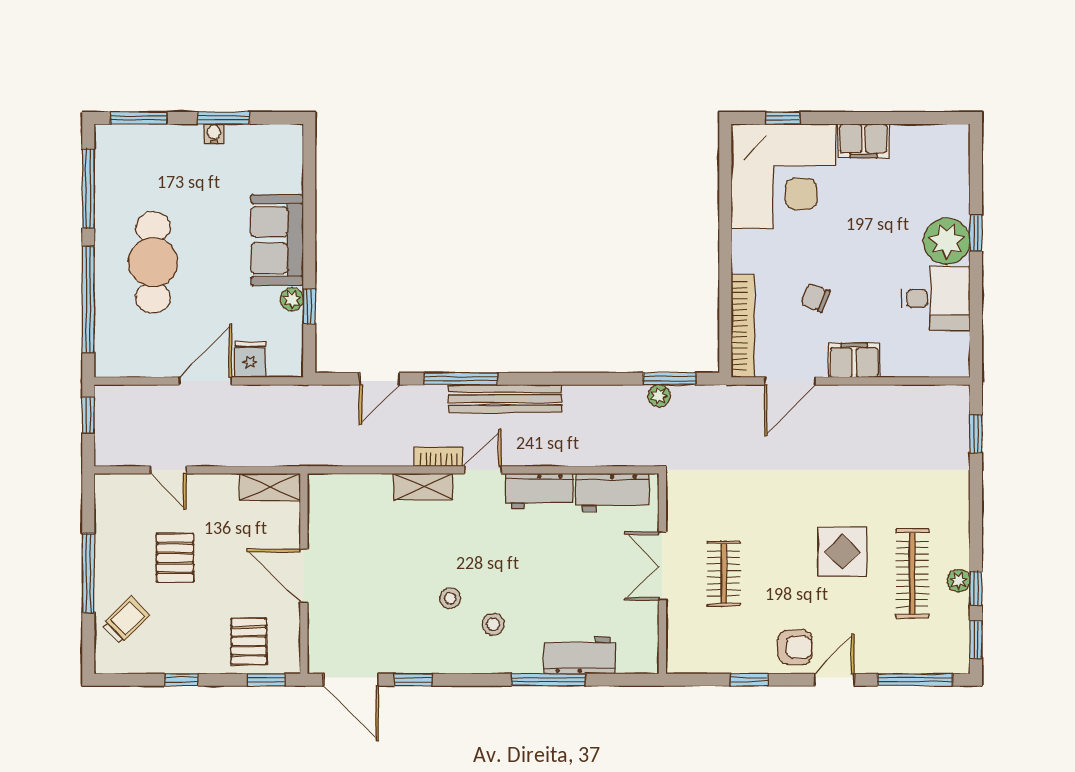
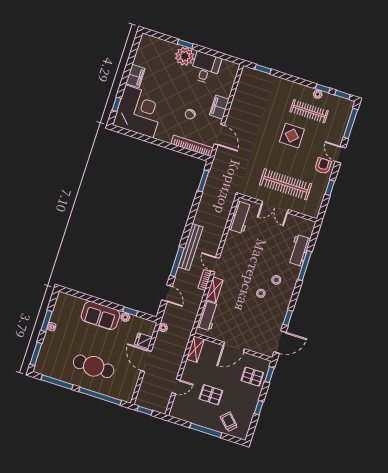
plant: (659, 396) -> (163, 328), moved
workbench: (540, 491) -> (208, 316), moved
clothes rail: (724, 574) -> (286, 184), width x1.86, depth x1.31

